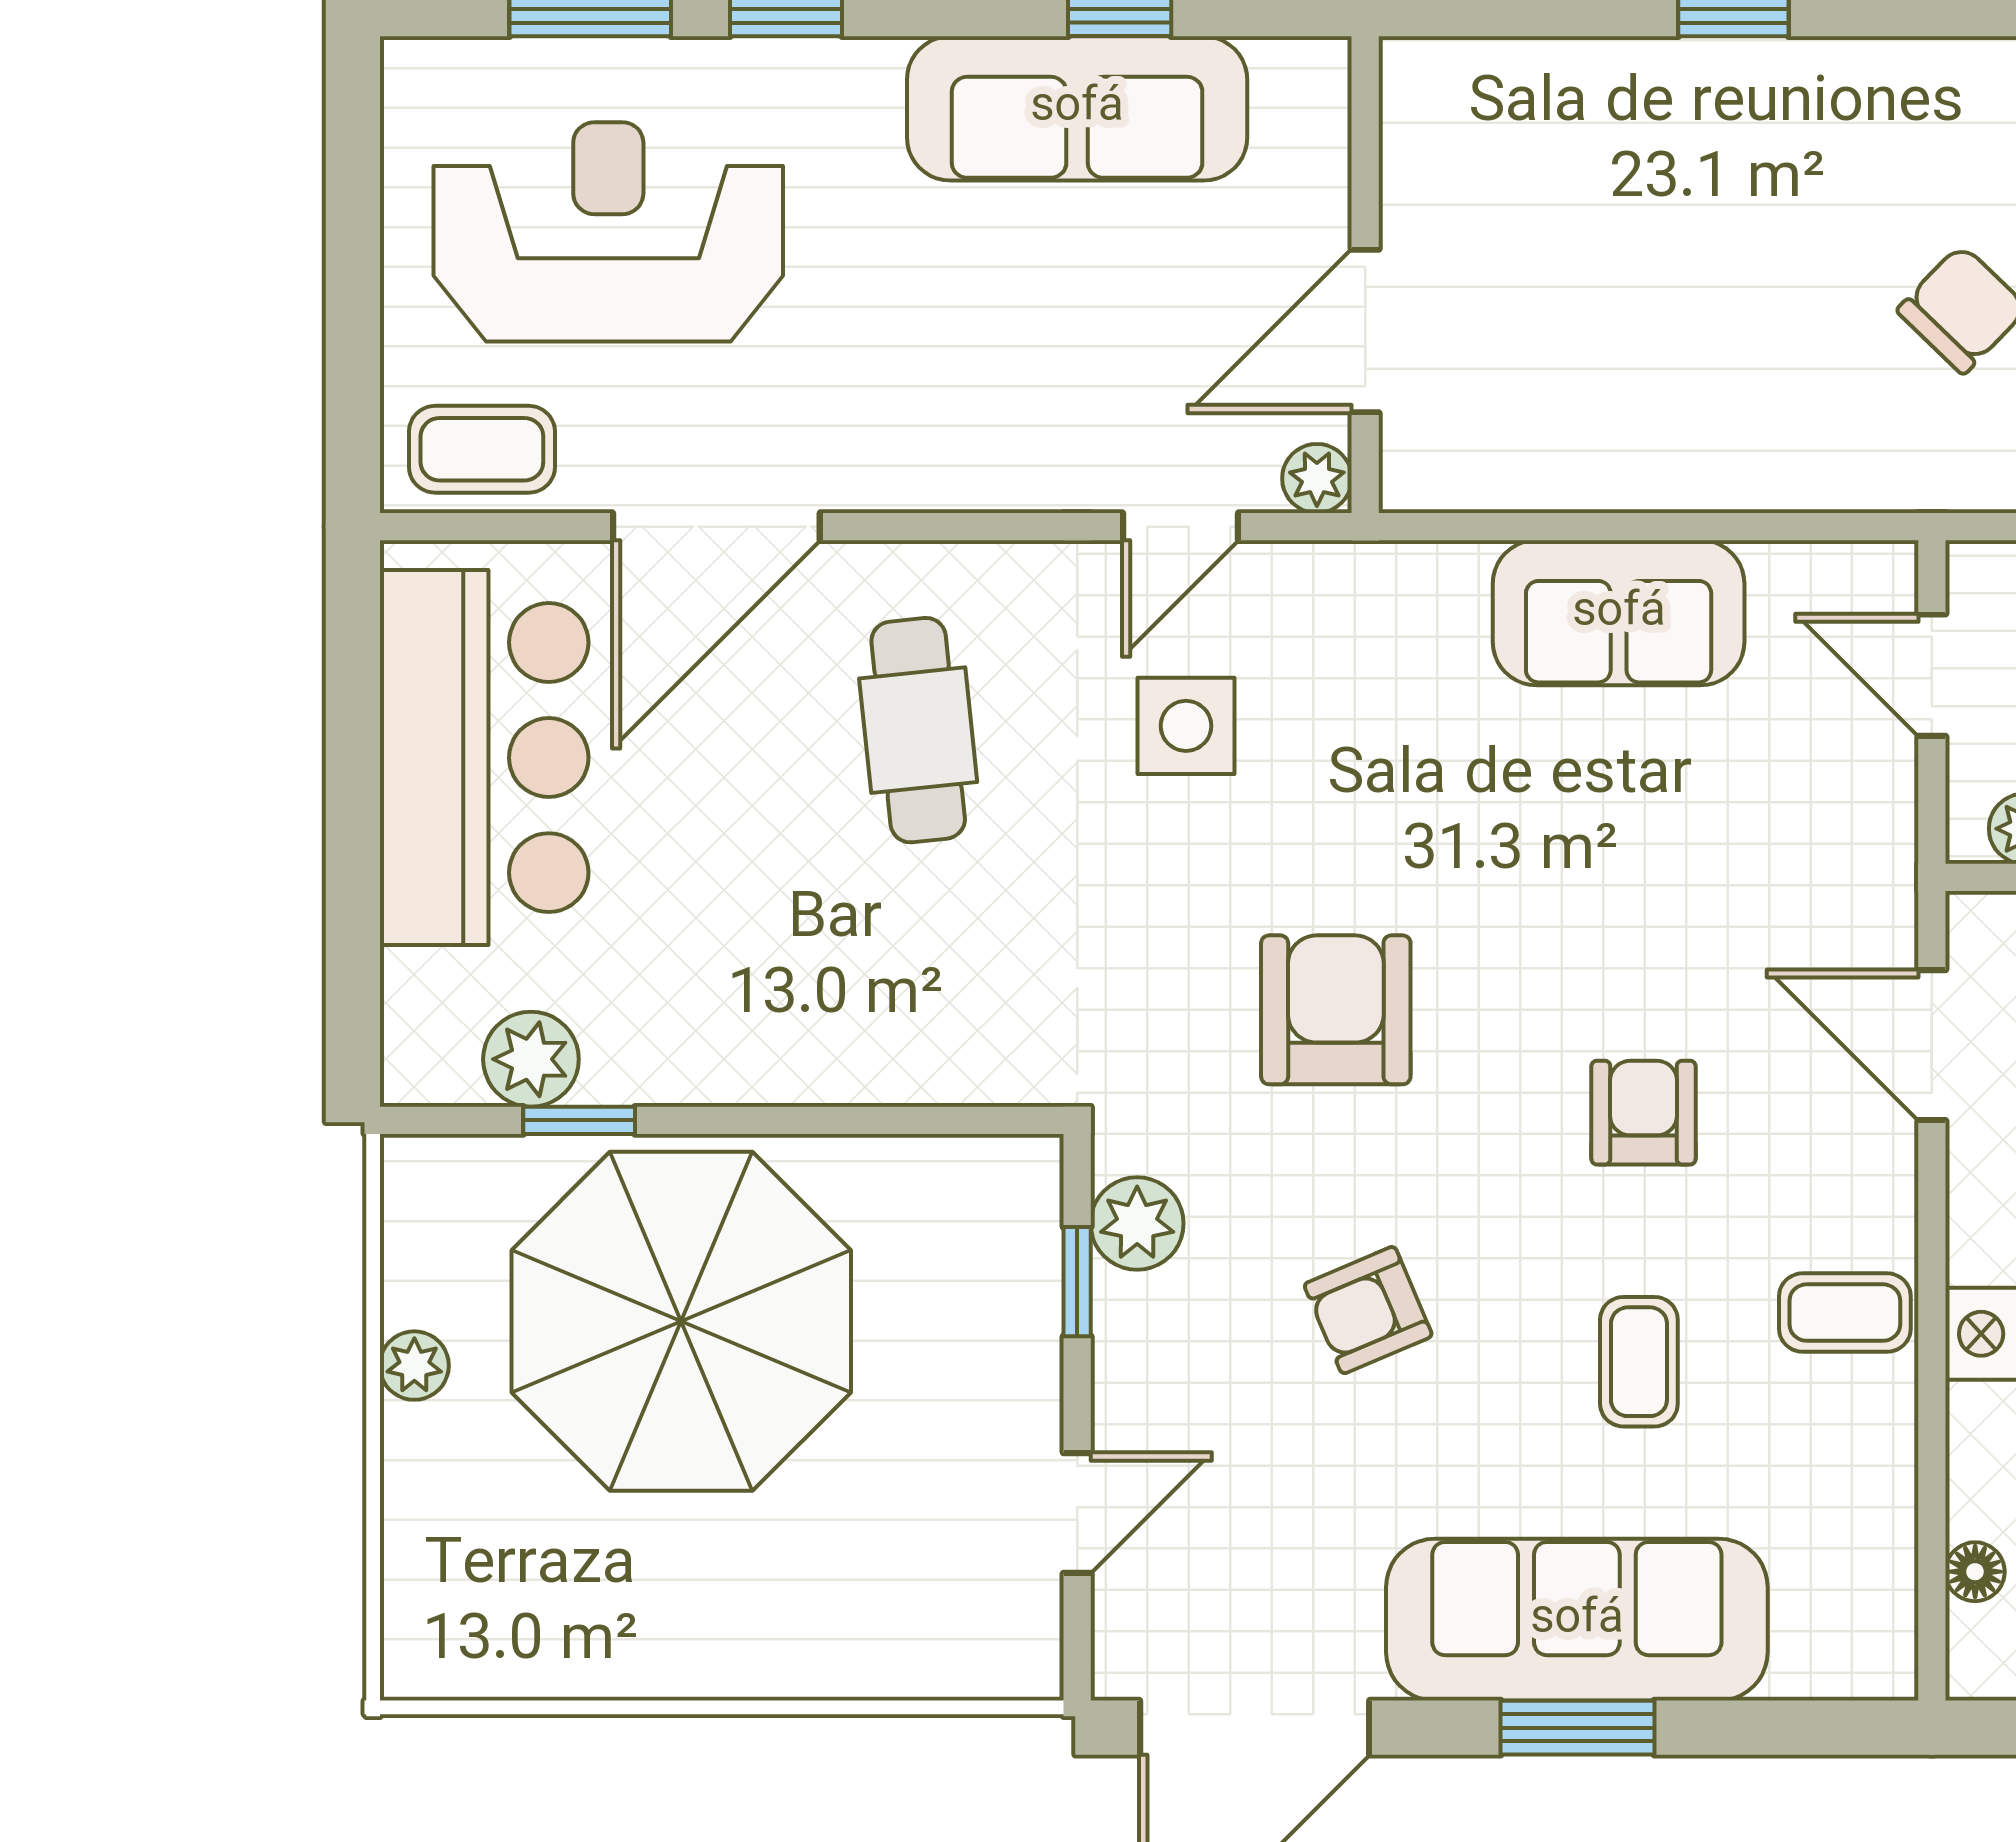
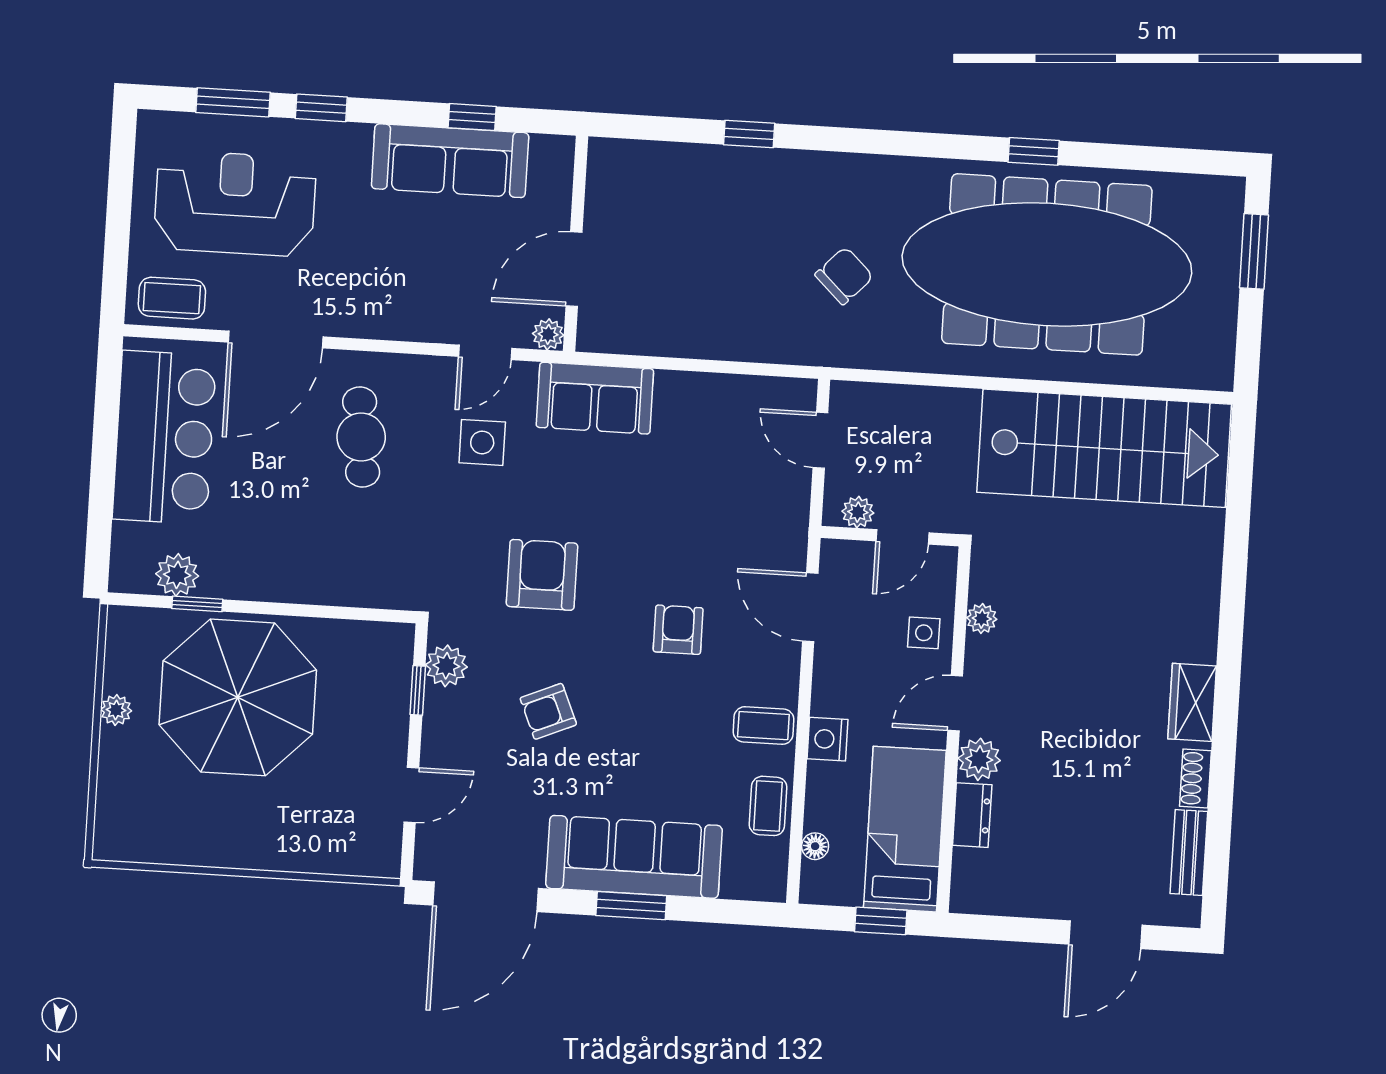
sofa: (1619, 613) -> (595, 398), moved
coffee table: (1639, 1362) -> (768, 806), moved

